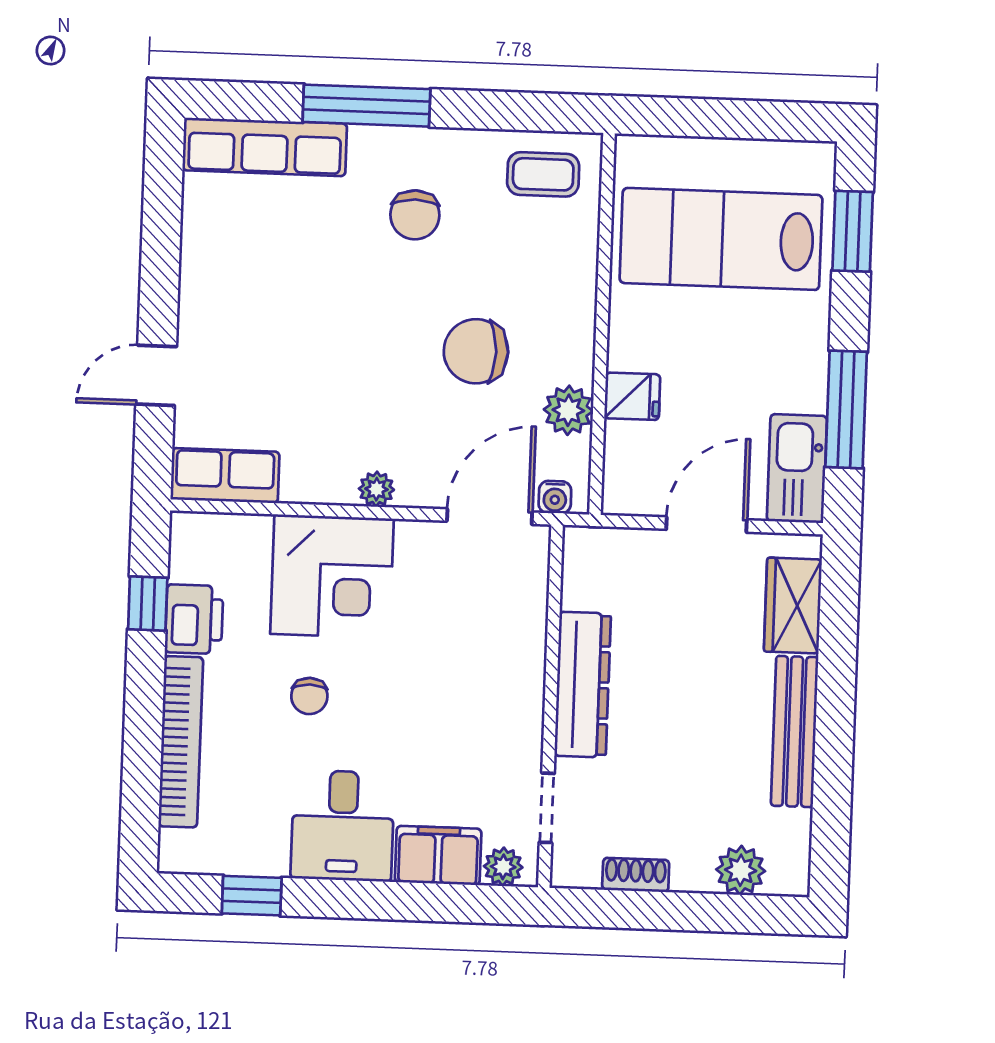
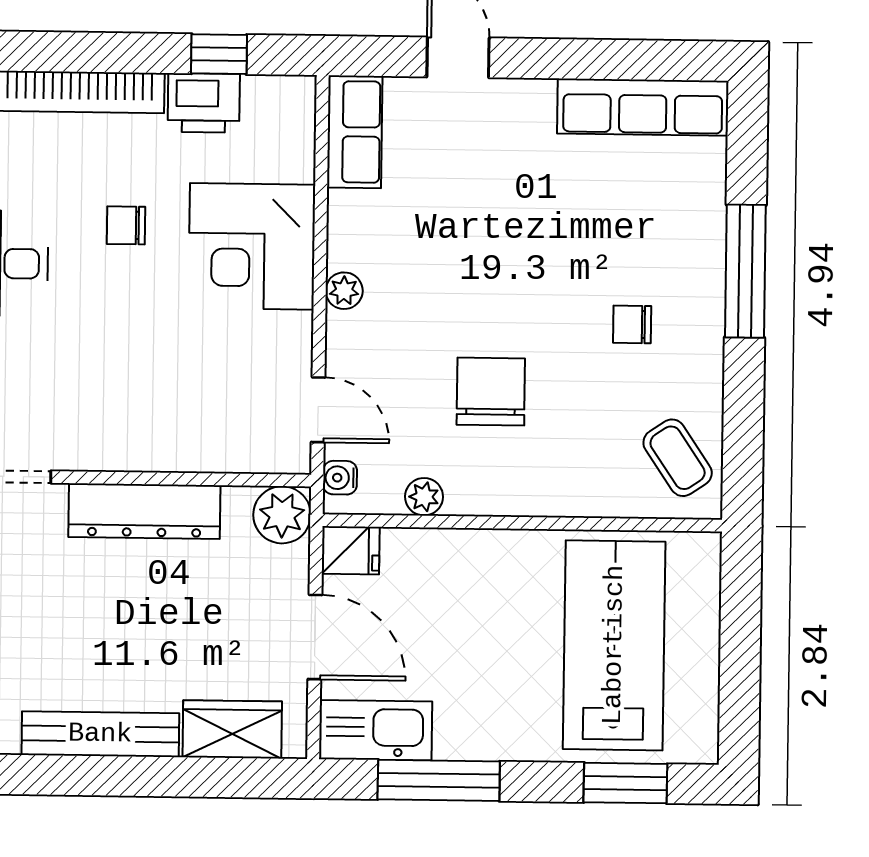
row of seats: (265, 147) -> (643, 107), moved, turned -90
coffee table: (543, 174) -> (678, 458), turned -34
chair: (415, 215) -> (632, 324), width x0.73, depth x0.73
fridge: (632, 396) -> (351, 550), moved, turned -90
plant: (568, 410) -> (424, 497), width x0.73, depth x0.73
door: (490, 517) -> (318, 410), width x0.73
plant: (589, 553) -> (282, 515), added

